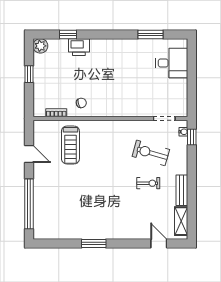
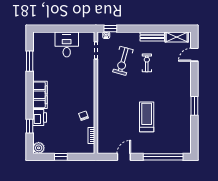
filing cabinet: (108, 48) -> (40, 95), added
desk: (172, 63) -> (67, 44), moved
treadmill: (70, 145) -> (147, 117), moved, turned -90

